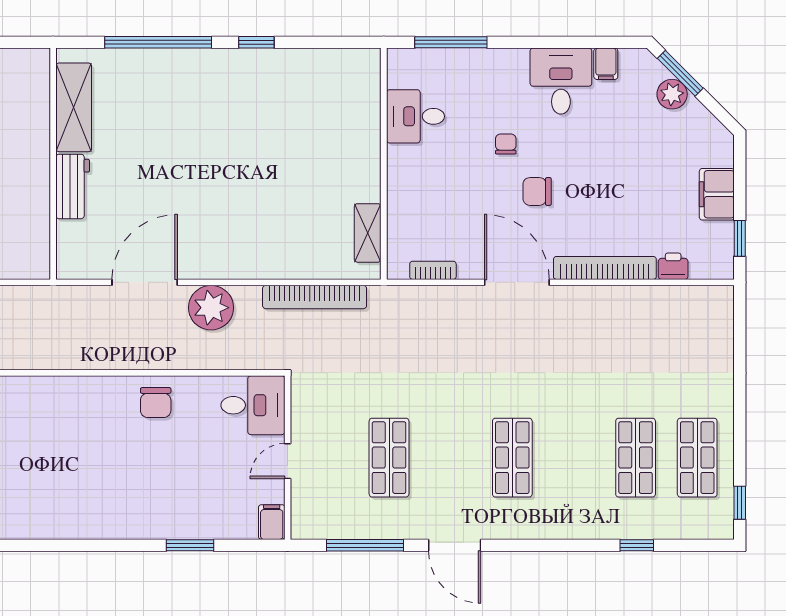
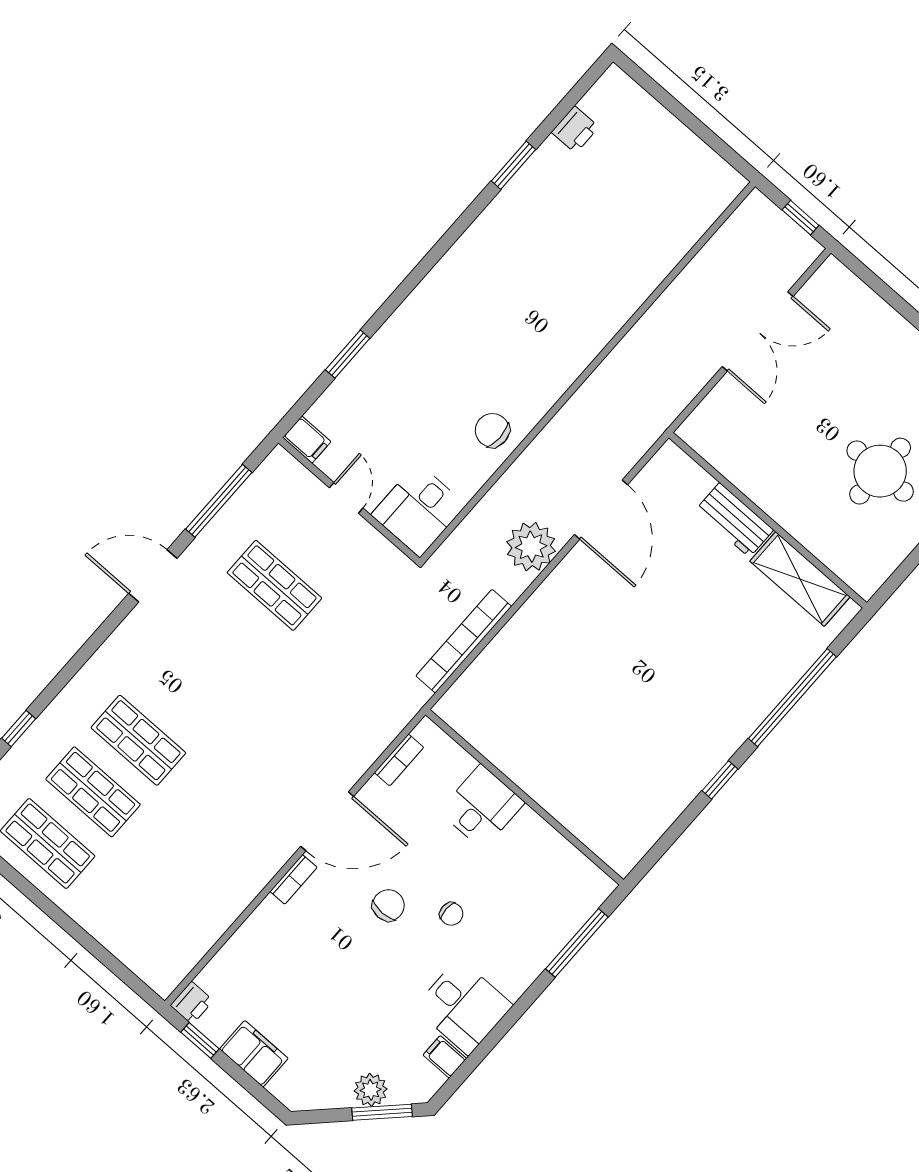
desk: (415, 116) -> (482, 807), moved
shelving: (368, 233) -> (478, 733), removed
printer: (673, 266) -> (192, 1003), moved
bookcase: (605, 268) -> (294, 879), width x0.43, depth x0.76
shop shelf: (512, 458) -> (138, 740), moved

